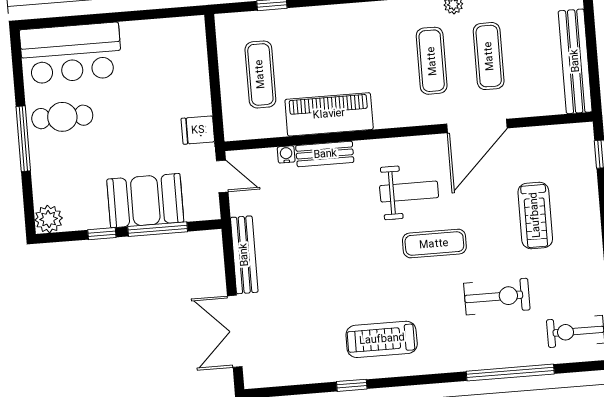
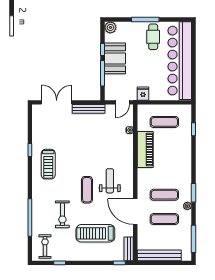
bar counter: (71, 53) -> (180, 61), width x1.86
bench: (325, 154) -> (129, 249), moved
weight bench: (409, 192) -> (110, 181), turned 180
booth: (145, 201) -> (115, 58), moved
treadmill: (535, 215) -> (95, 233), width x1.37, depth x1.38
treadmill: (382, 339) -> (48, 164), turned 180

